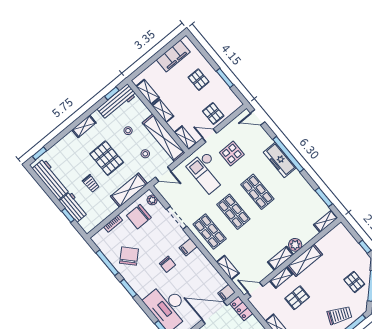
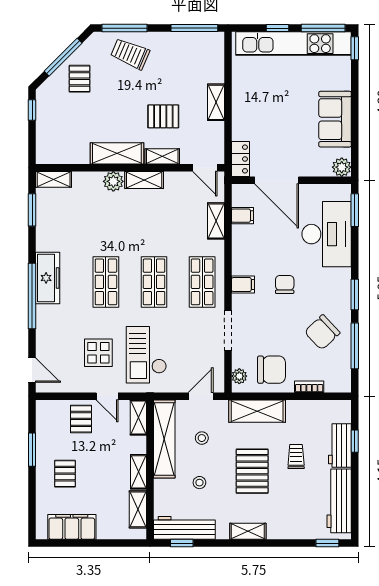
freezer: (280, 160) -> (48, 278), moved
checkout: (207, 172) -> (146, 355), turned 180
door: (163, 174) -> (201, 396), hinge flipped
filing cabinet: (227, 293) -> (242, 216), moved

